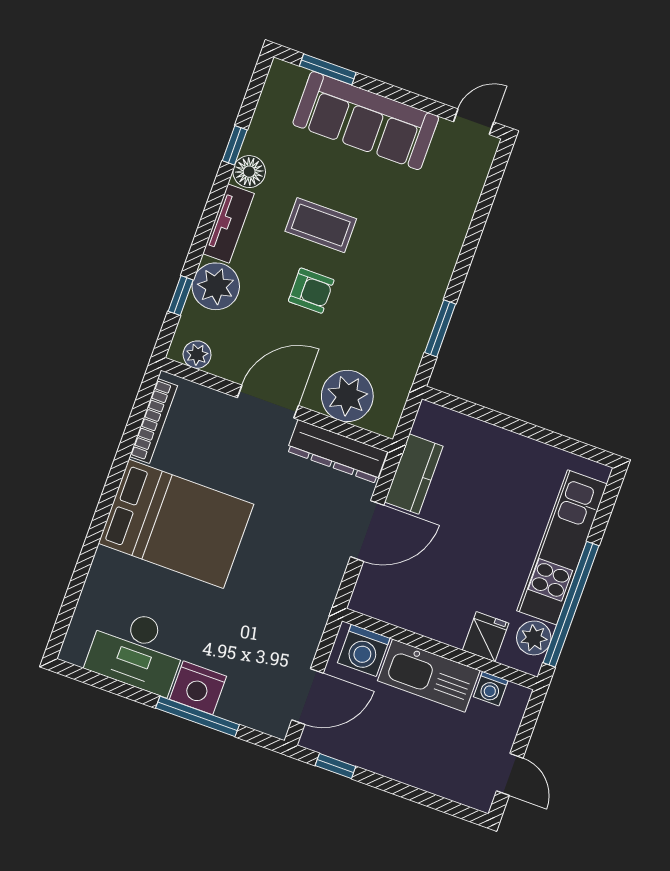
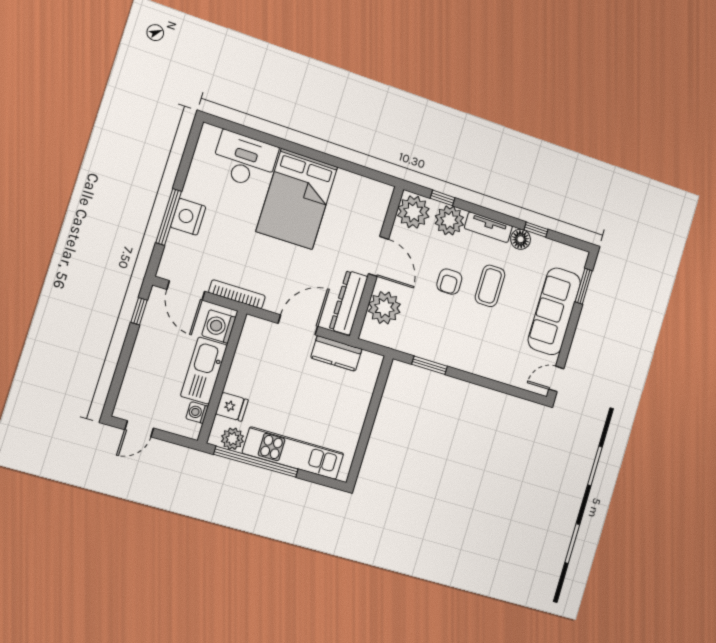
door: (474, 122) -> (556, 379), swing flipped
plant: (197, 355) -> (413, 212), width x1.88, depth x1.88
bookcase: (154, 421) -> (237, 294), moved, turned 180
door: (367, 531) -> (298, 325), swing flipped
desk: (137, 650) -> (245, 160), moved, turned 90

